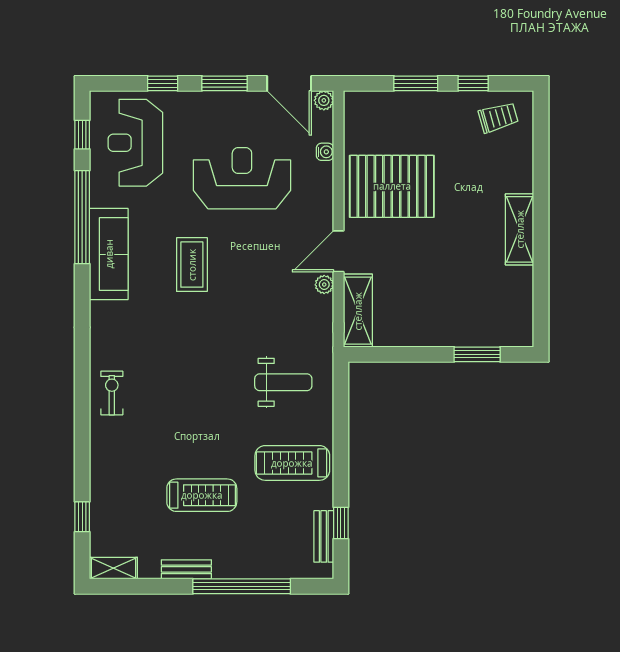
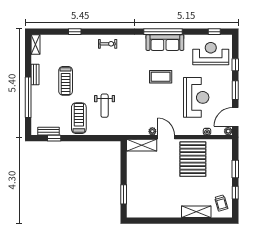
window: (82, 217) -> (163, 32), moved
shelving: (520, 229) -> (196, 212), moved
weight bench: (283, 382) -> (105, 106), moved
window: (82, 517) -> (75, 32), moved

